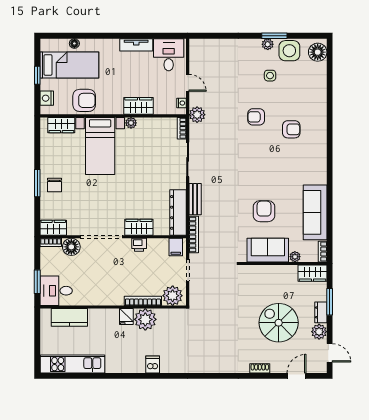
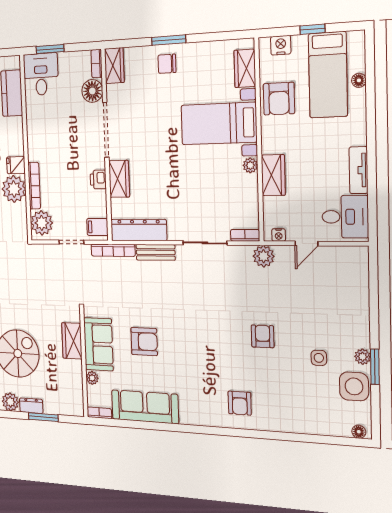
floor lamp: (318, 52) -> (359, 432), width x0.53, depth x0.53
armchair: (291, 129) -> (240, 403), moved
wardrobe: (312, 273) -> (72, 341), moved

